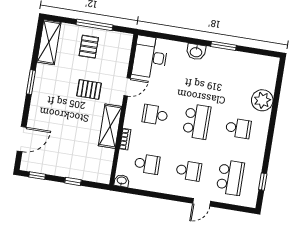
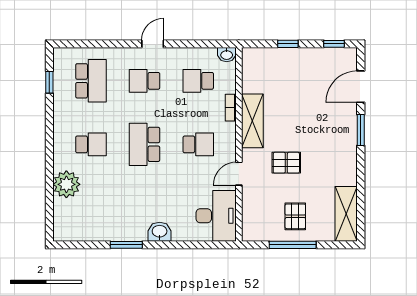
window: (31, 82) -> (361, 130), moved
school desk: (238, 128) -> (91, 144), turned 180
school desk: (230, 177) -> (91, 81), turned 180
door: (202, 202) -> (153, 44), moved

